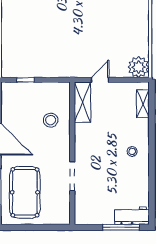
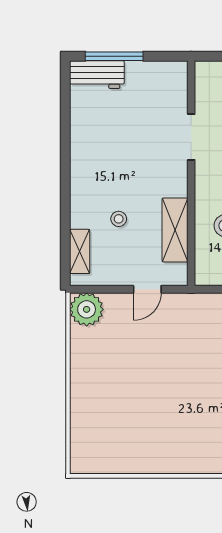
shelving: (82, 102) -> (175, 230), moved
stool: (132, 151) -> (119, 219), moved

